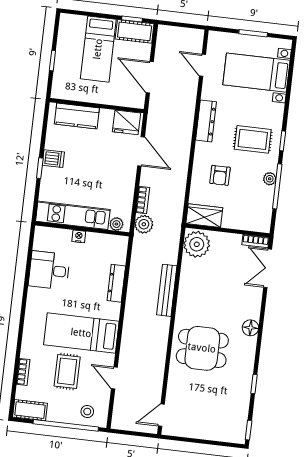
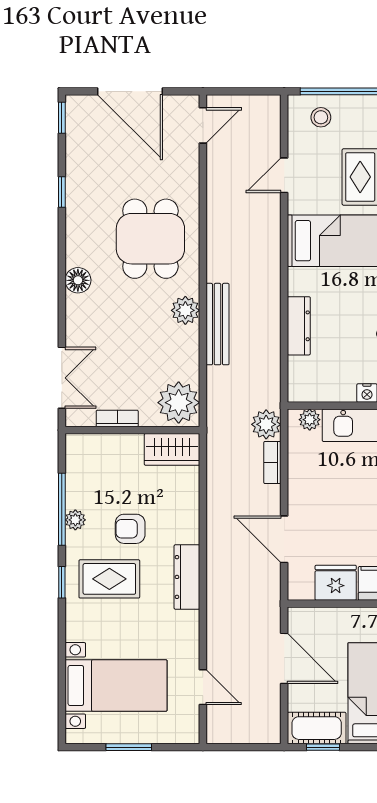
dresser: (206, 121) -> (187, 577), moved
fridge: (127, 122) -> (336, 583), moved
armchair: (220, 175) -> (130, 529), moved, turned -90
bookcase: (256, 241) -> (117, 419), moved
plant: (186, 301) -> (185, 310), added
dining table: (202, 348) -> (150, 239), turned 90
door: (114, 378) -> (284, 175), swing flipped
door: (204, 442) -> (130, 91), added

